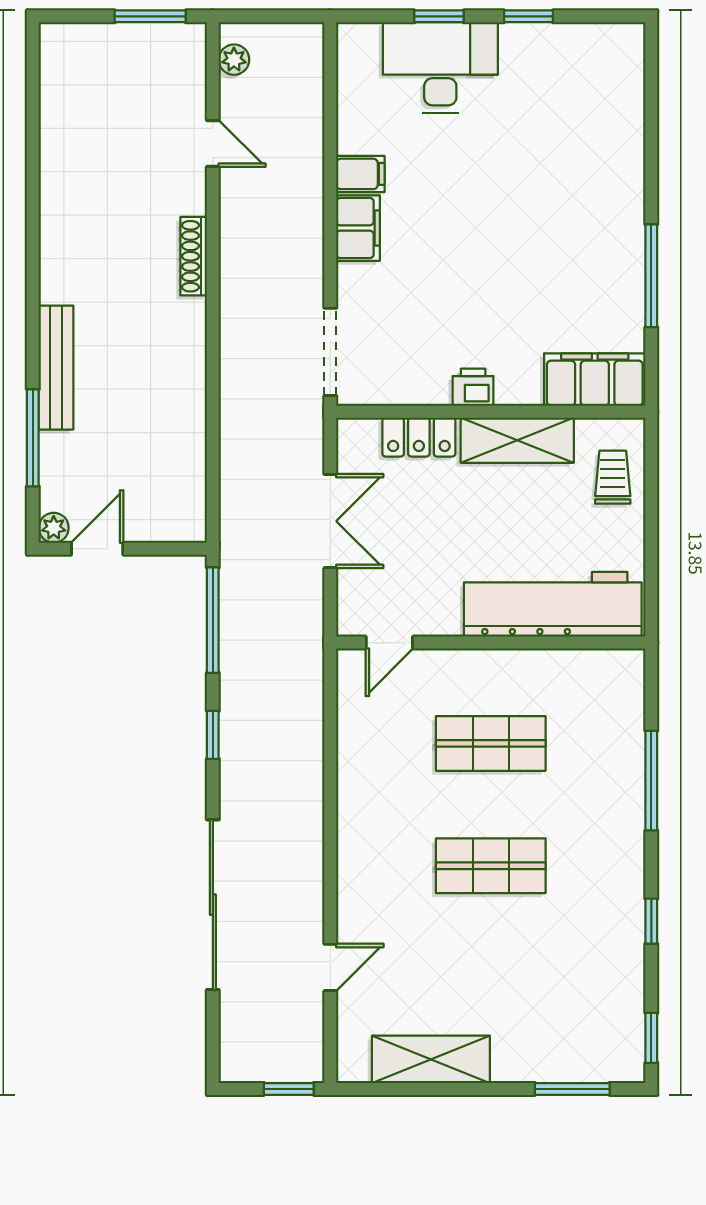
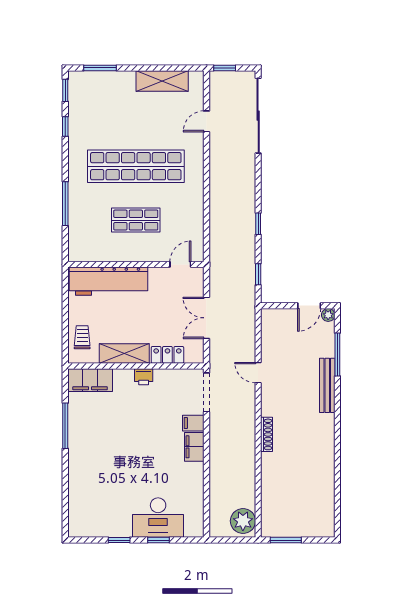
plant: (234, 60) -> (243, 521), width x1.88, depth x1.88
door: (213, 143) -> (258, 373), moved
filing cabinet: (360, 174) -> (193, 423), moved
trolley: (613, 477) -> (82, 337), turned 180
window: (213, 620) -> (258, 274), width x0.46
shop shelf: (491, 866) -> (136, 166), width x2.00, depth x1.36
sliding door: (213, 905) -> (258, 116), moved
window: (651, 921) -> (65, 127), moved

